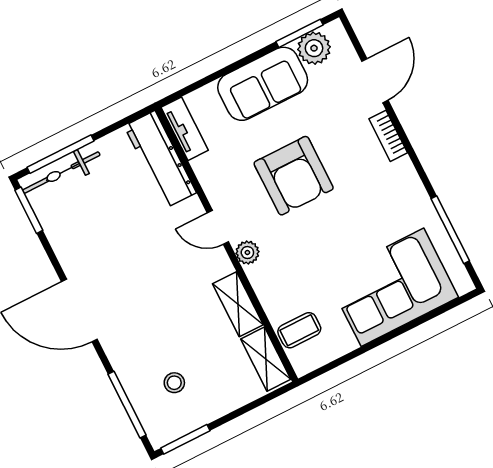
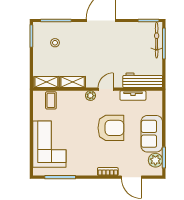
tv unit: (185, 129) -> (133, 96), moved
armchair: (294, 176) -> (111, 128), turned 180

